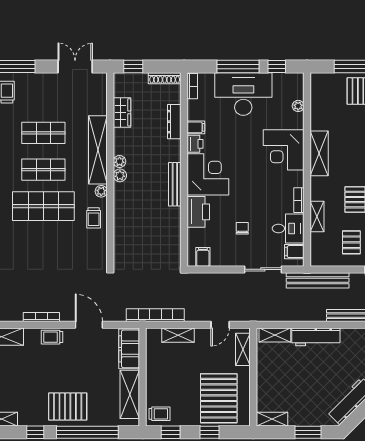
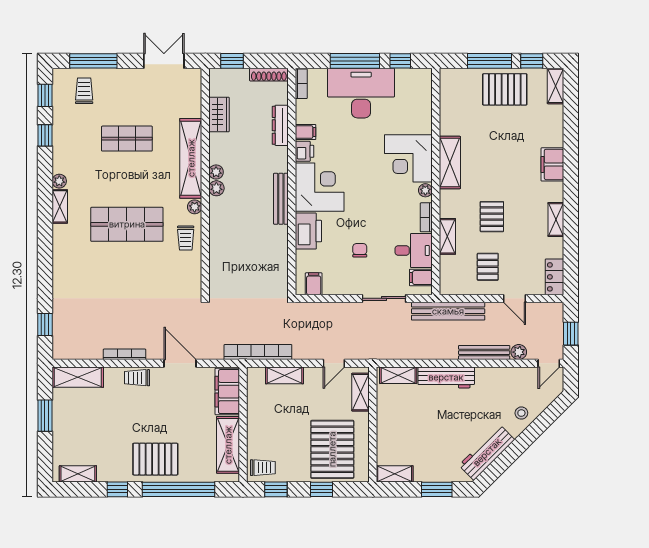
plant: (298, 106) -> (425, 190), moved
shop shelf: (43, 170) -> (127, 181), removed

